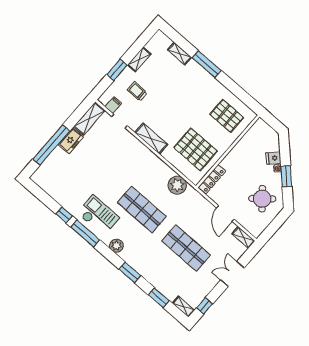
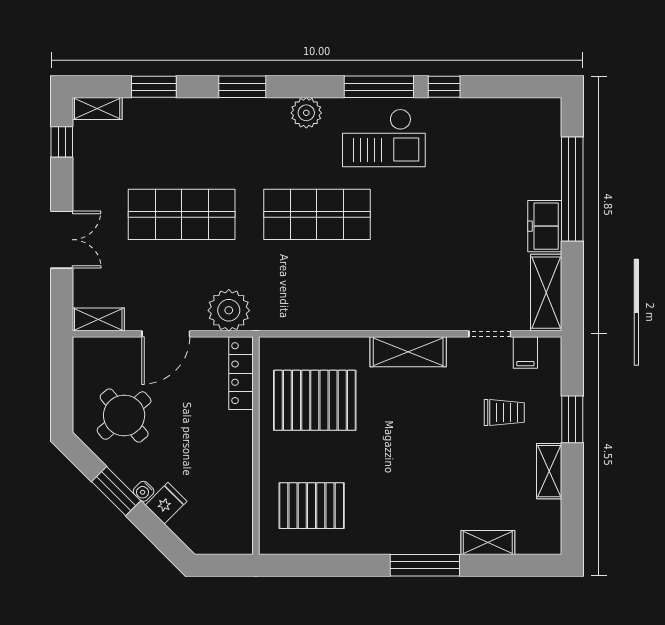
plant: (177, 185) -> (229, 310), moved
door: (225, 213) -> (166, 334), swing flipped

